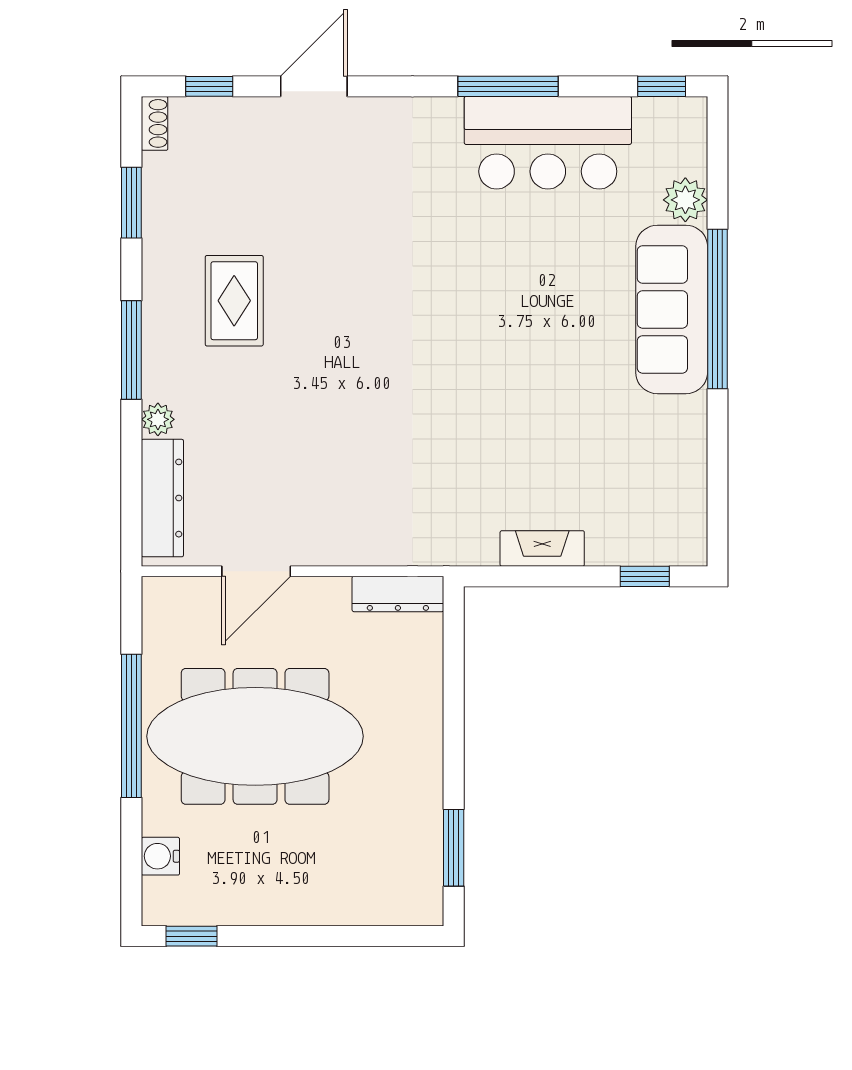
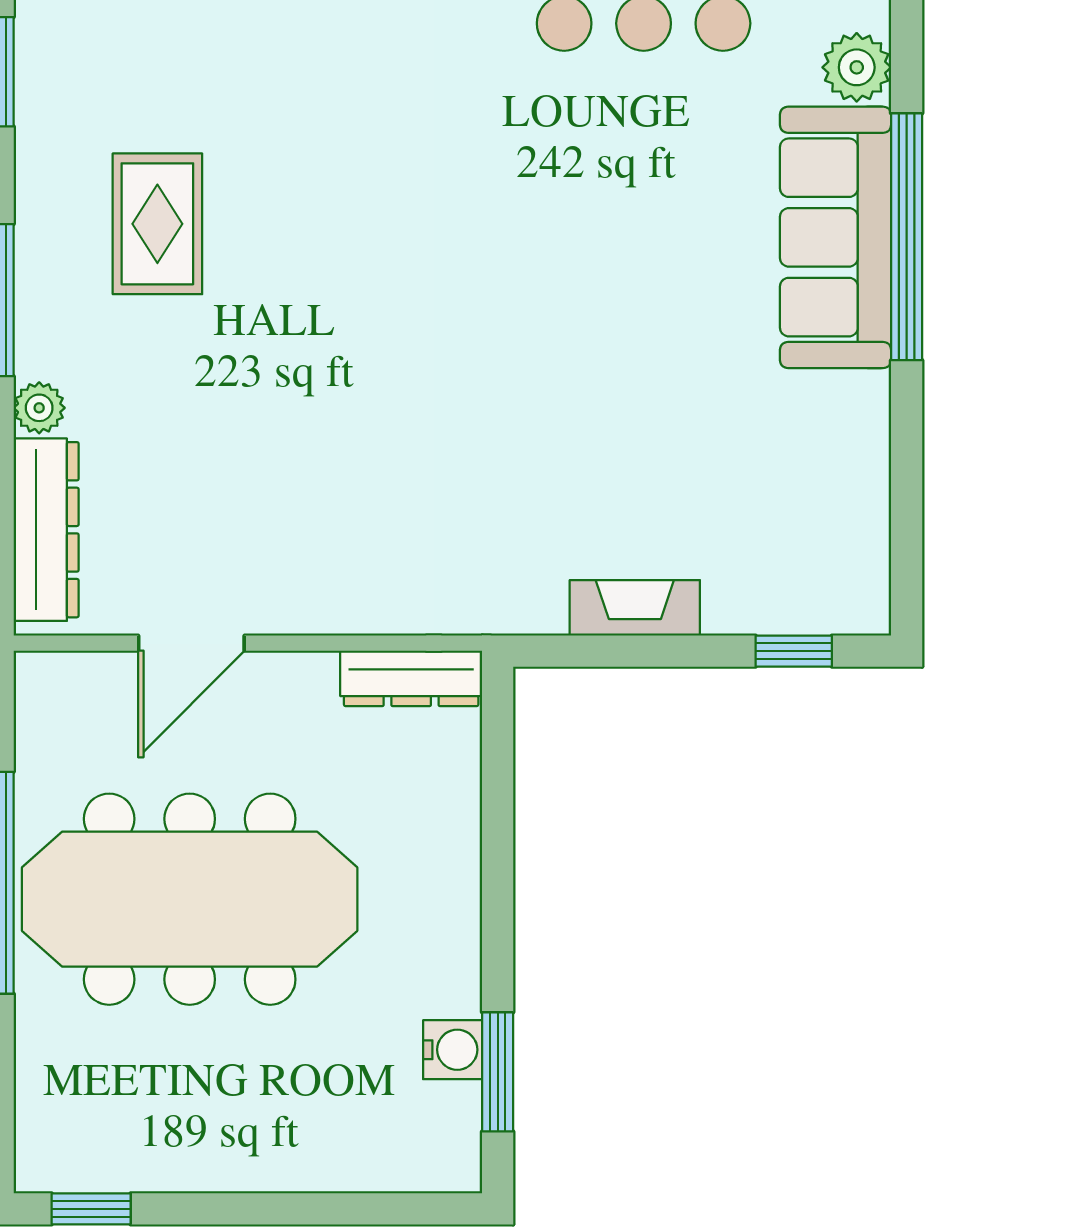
water cooler: (160, 856) -> (453, 1050), moved, turned 180

